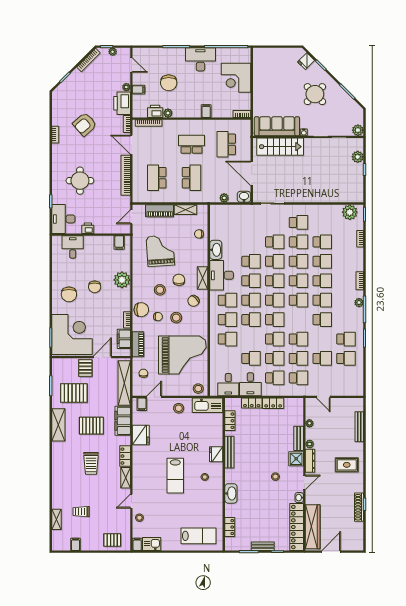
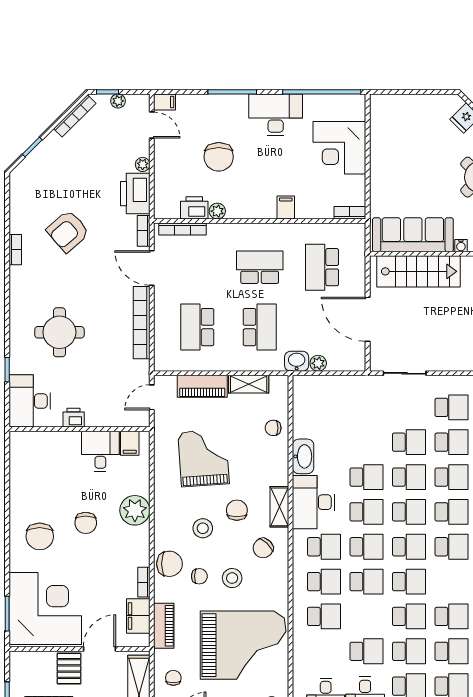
filing cabinet: (139, 90) -> (165, 102), moved
washbasin: (244, 197) -> (297, 361), moved
desk: (73, 247) -> (100, 451), moved

